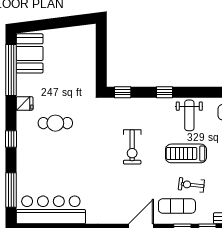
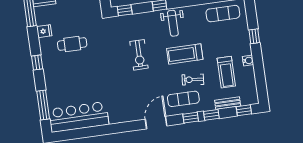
weight bench: (189, 115) -> (173, 23), moved

